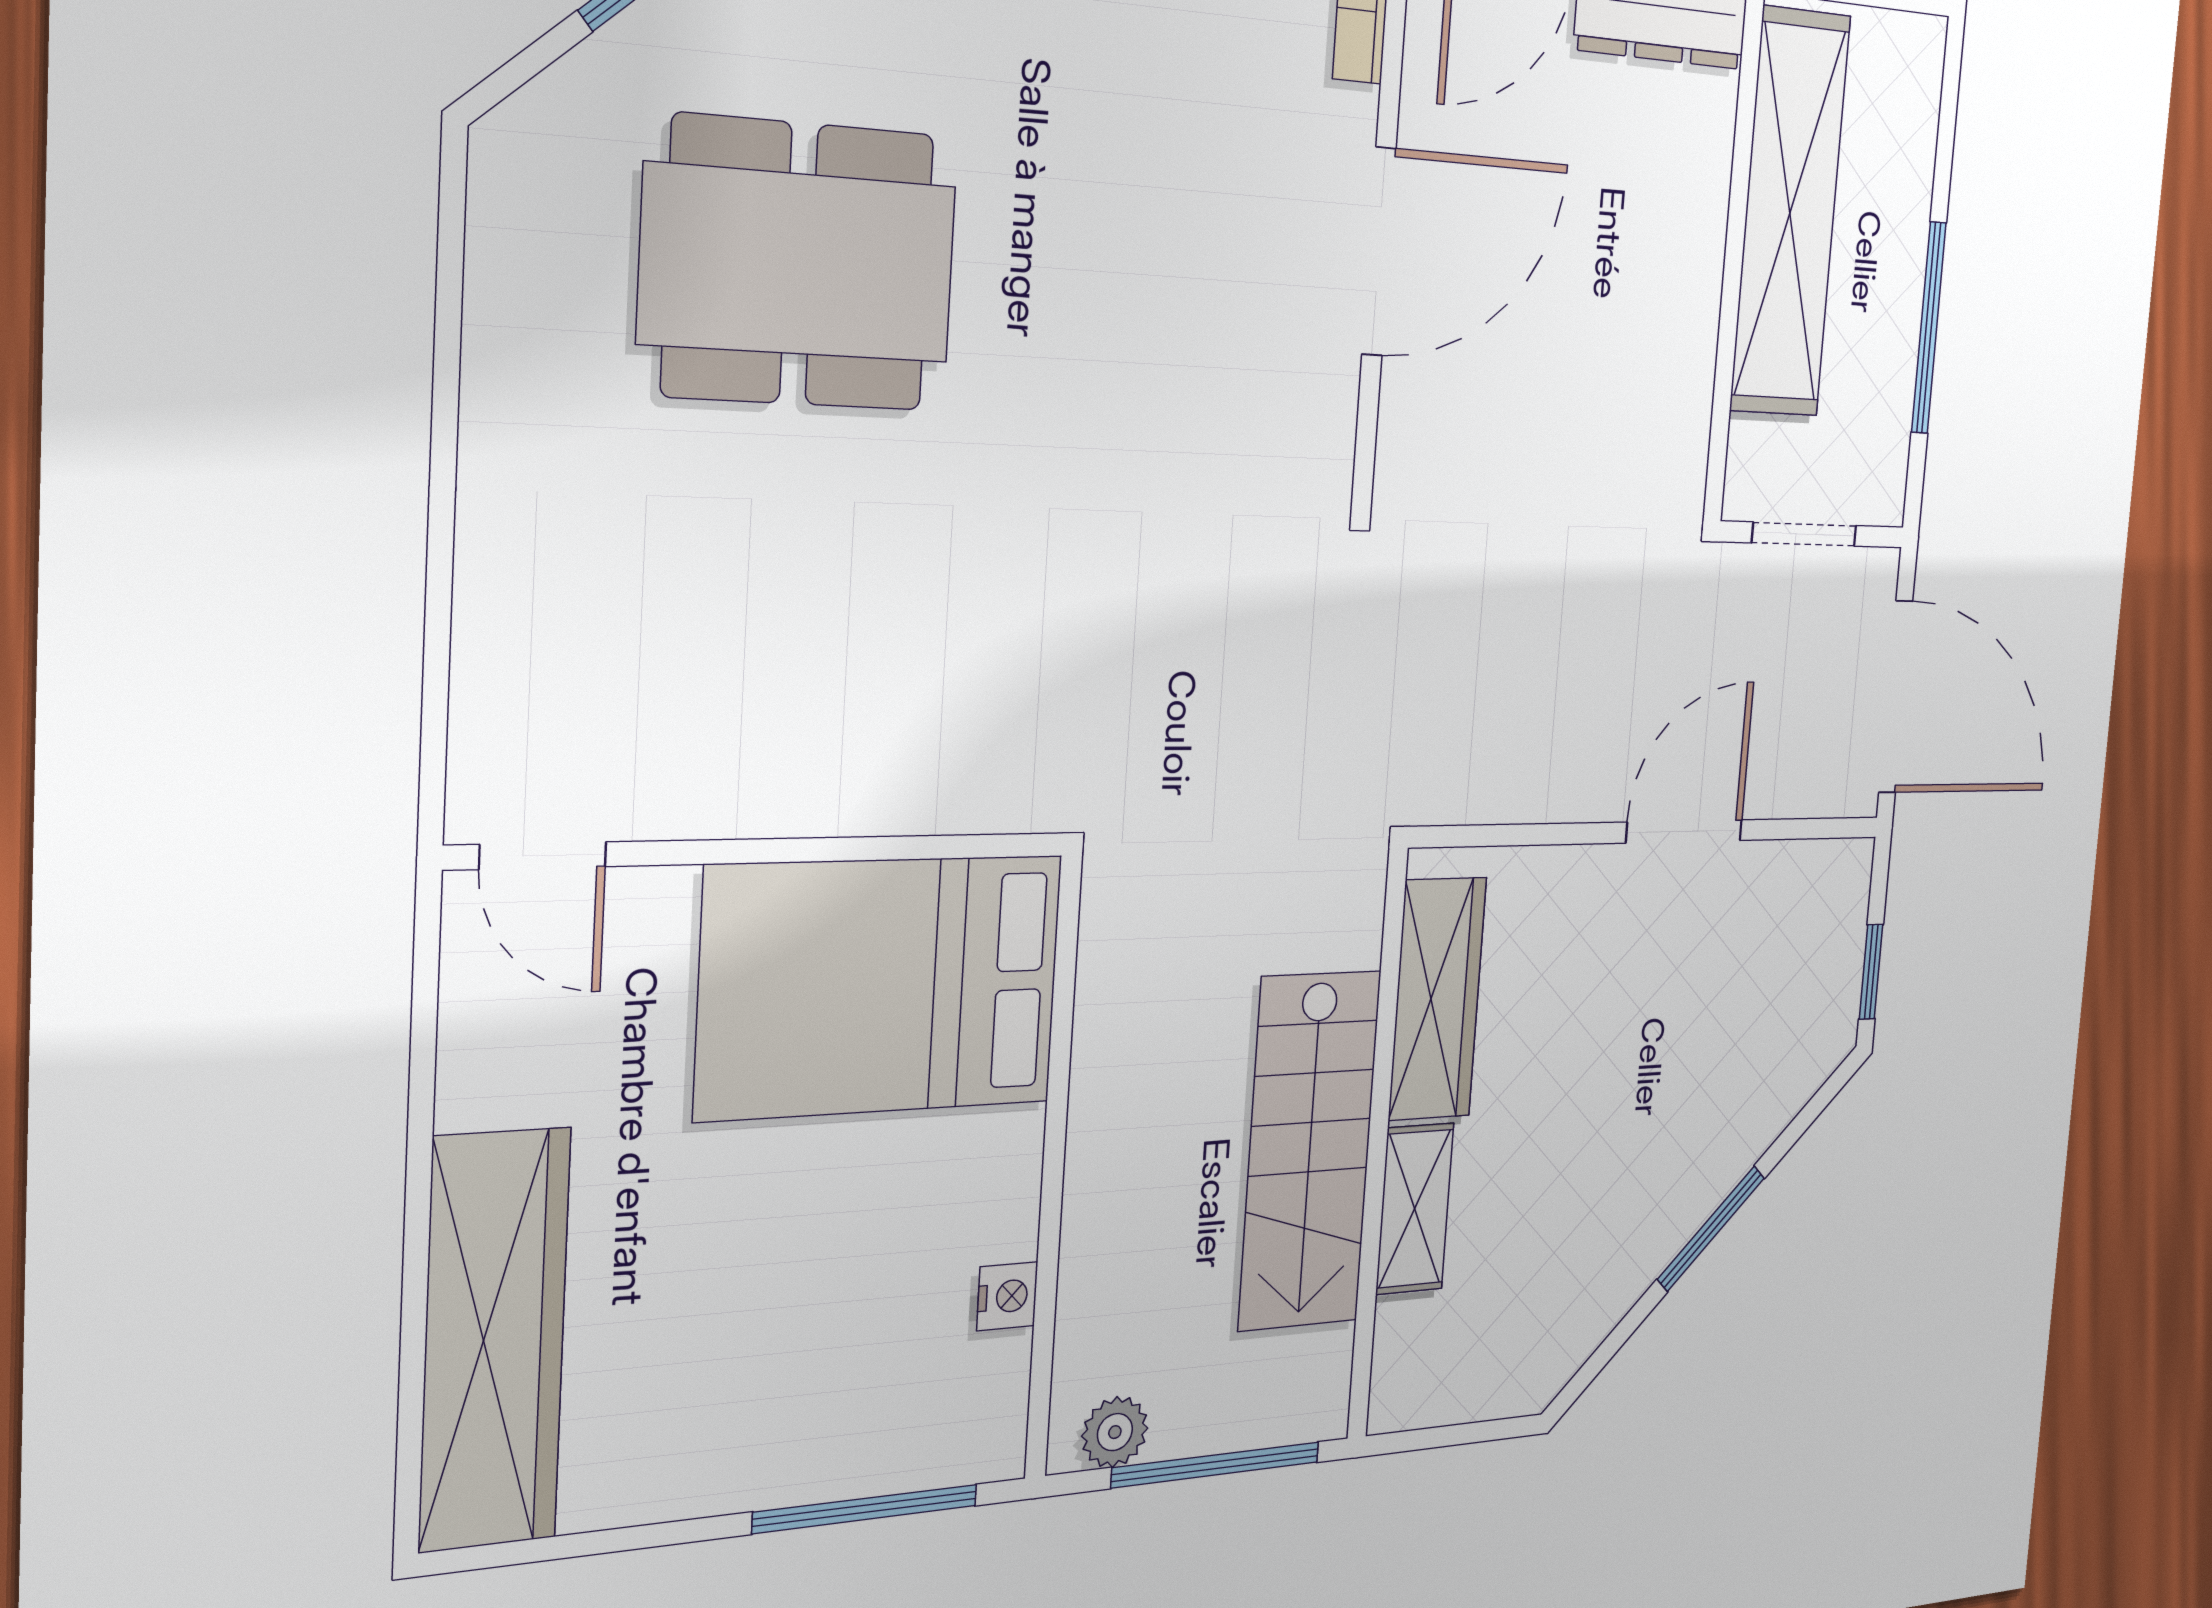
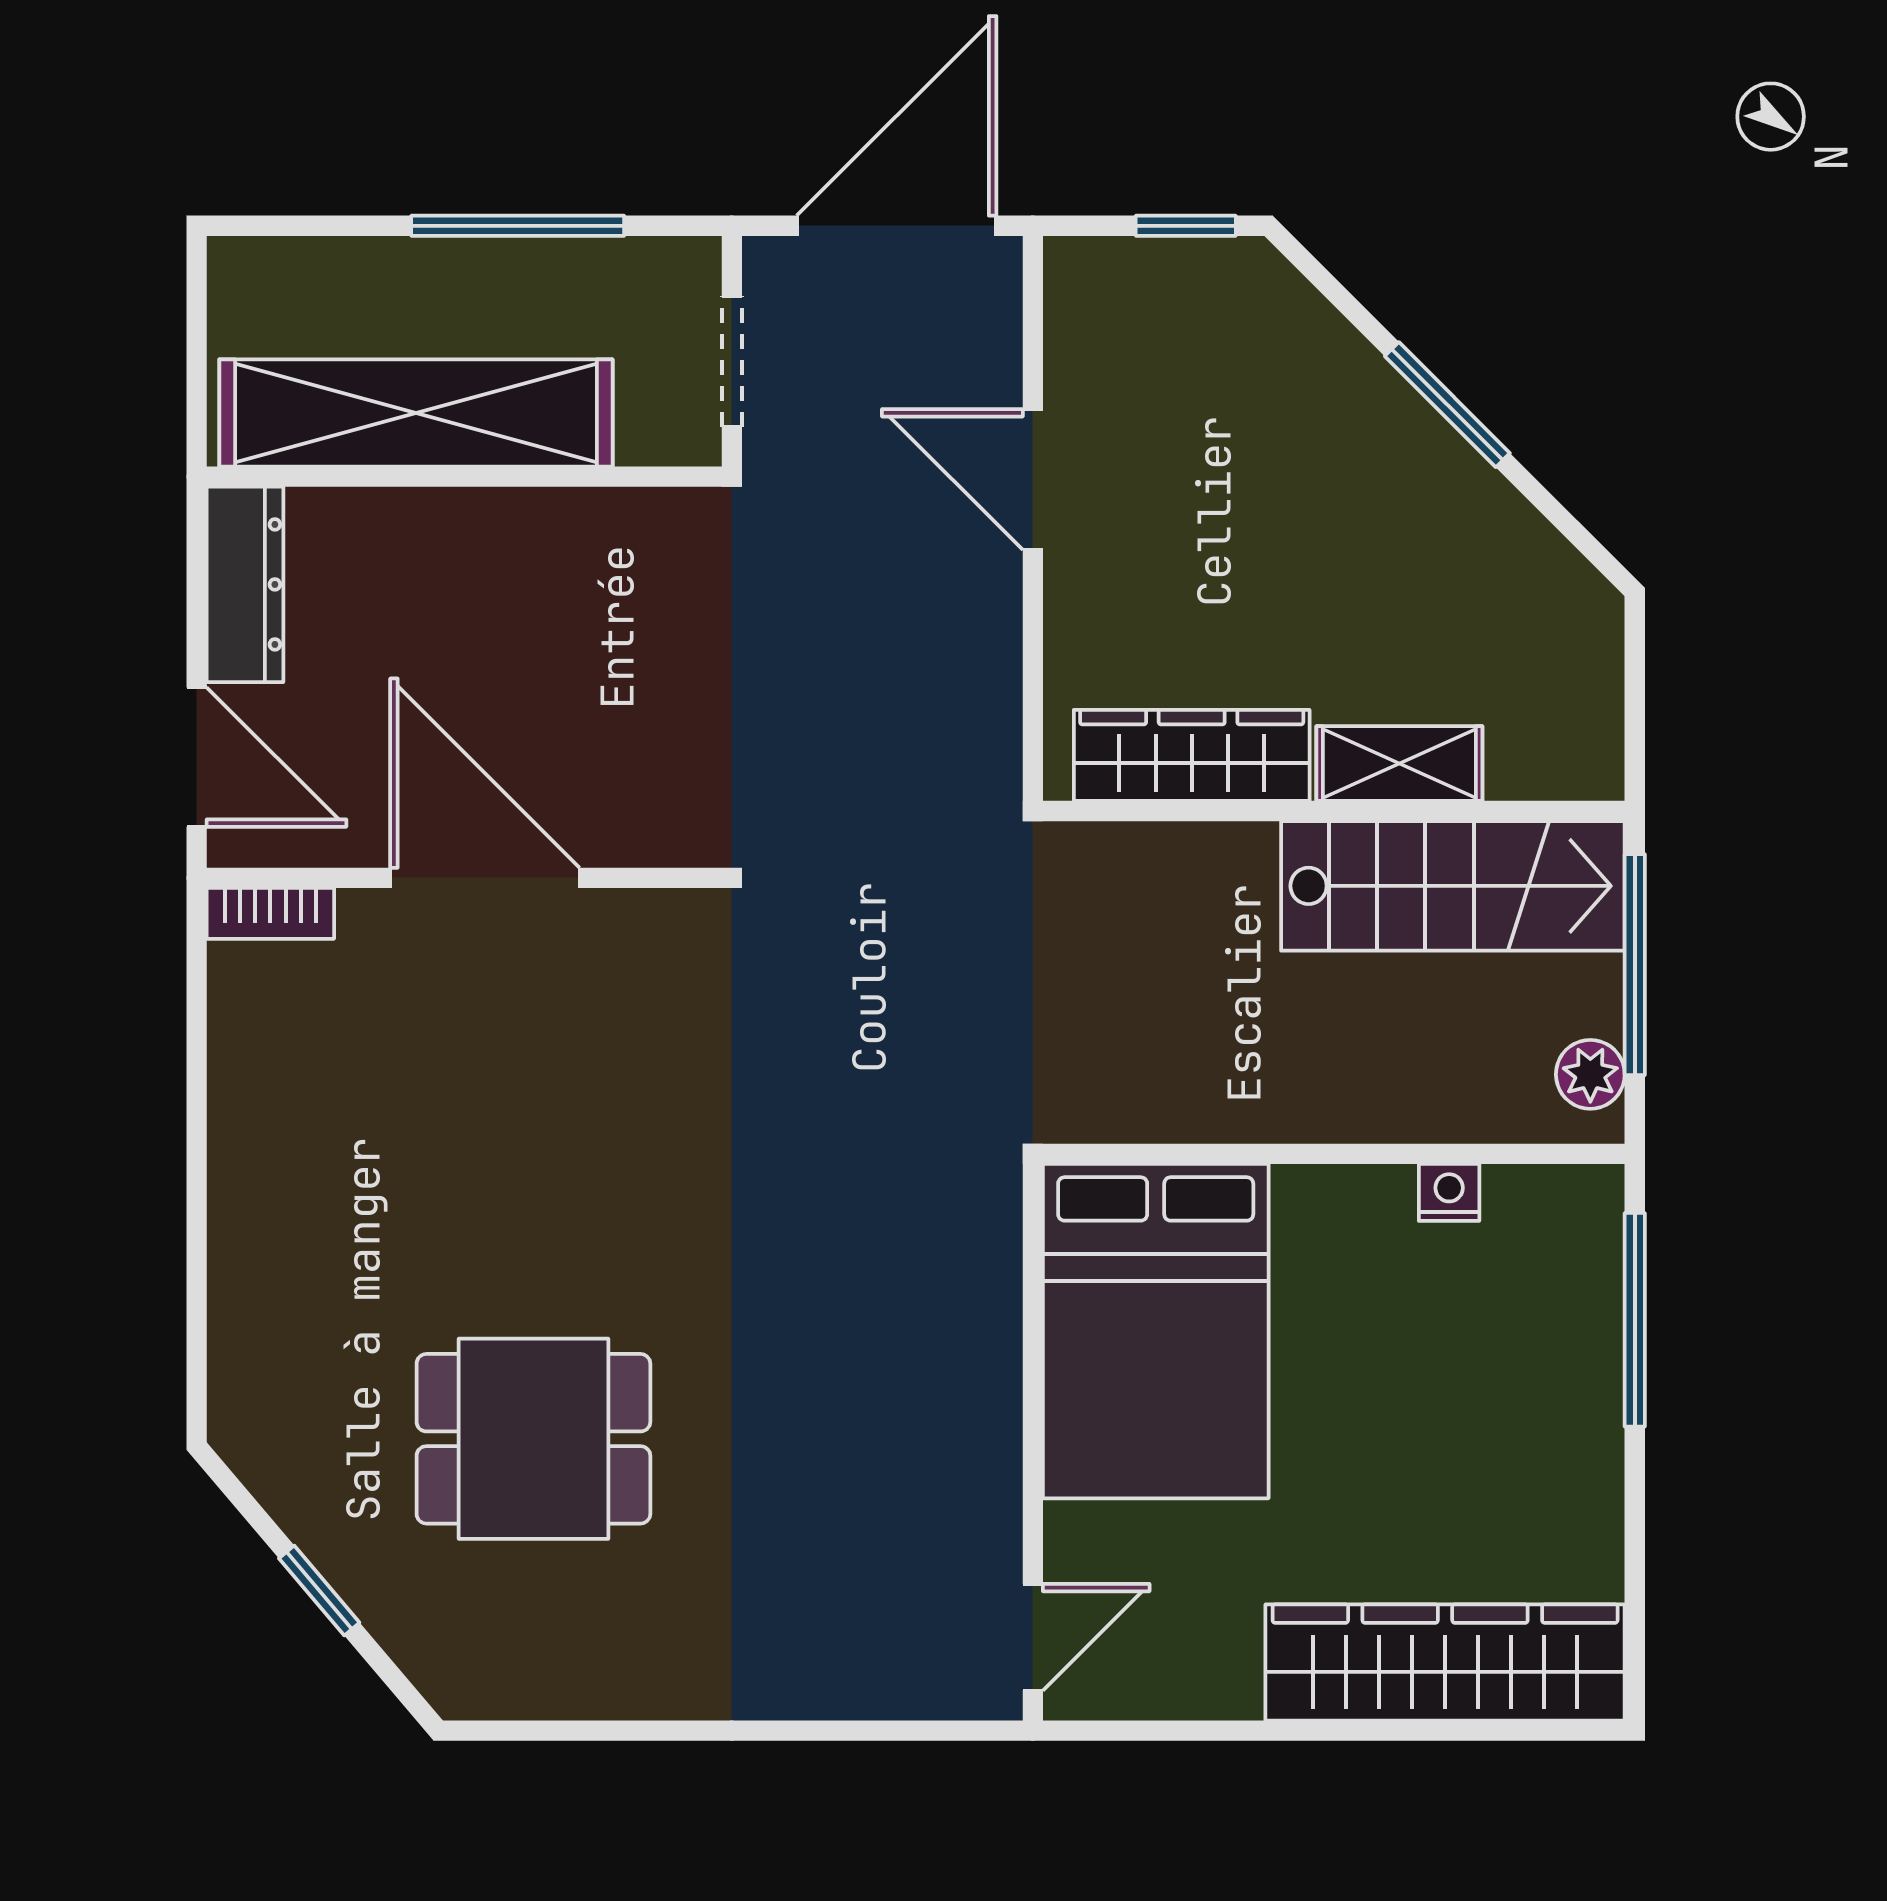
dining table: (799, 264) -> (533, 1439), width x0.73
stairs: (1310, 1151) -> (1453, 886), moved

